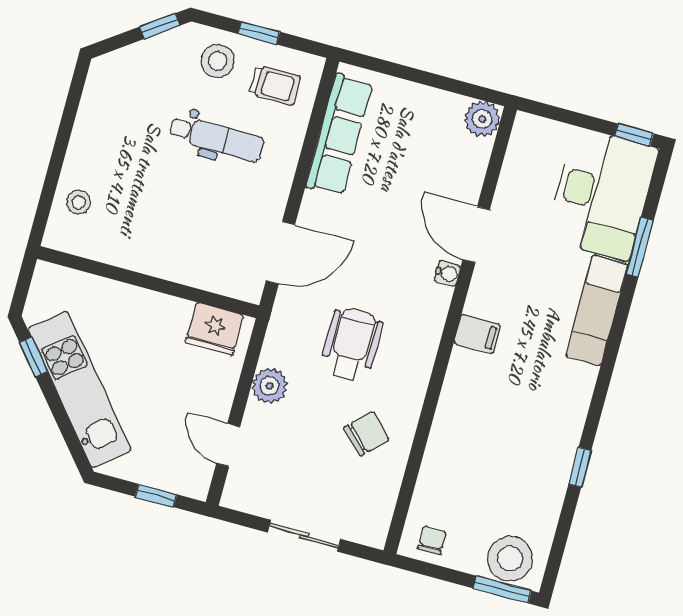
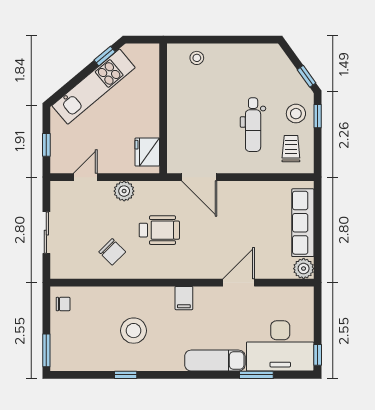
window: (259, 33) -> (318, 116), moved
trolley: (275, 85) -> (291, 149), turned 180
row of seats: (339, 135) -> (303, 223), moved, turned 90
water cooler: (447, 273) -> (213, 272), removed
stool: (510, 559) -> (134, 331), moved

